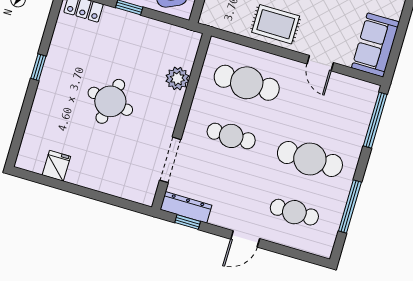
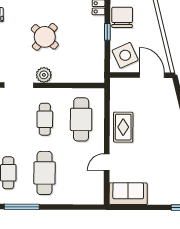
plant: (177, 78) -> (44, 75), moved
round table: (110, 101) -> (45, 37), turned 30
window: (375, 120) -> (81, 207), removed

